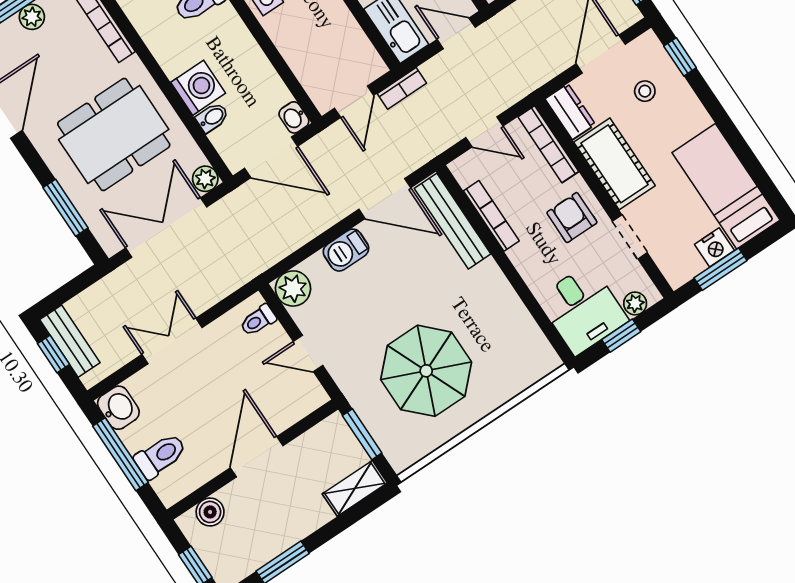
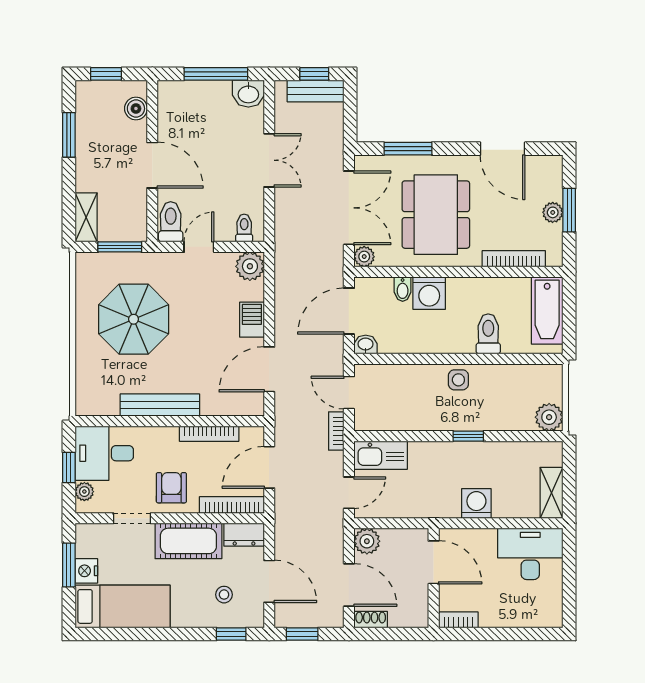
door: (484, 132) -> (269, 467), width x1.38
armchair: (572, 218) -> (171, 488), turned -90
bench: (453, 221) -> (160, 405), moved
toilet: (160, 456) -> (171, 222), moved, turned 180

